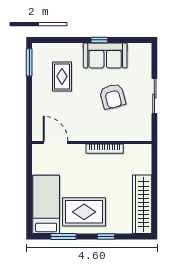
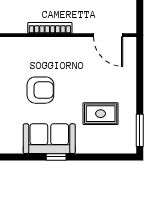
rug: (62, 76) -> (101, 114), turned 90
armchair: (113, 96) -> (40, 90), turned 105

